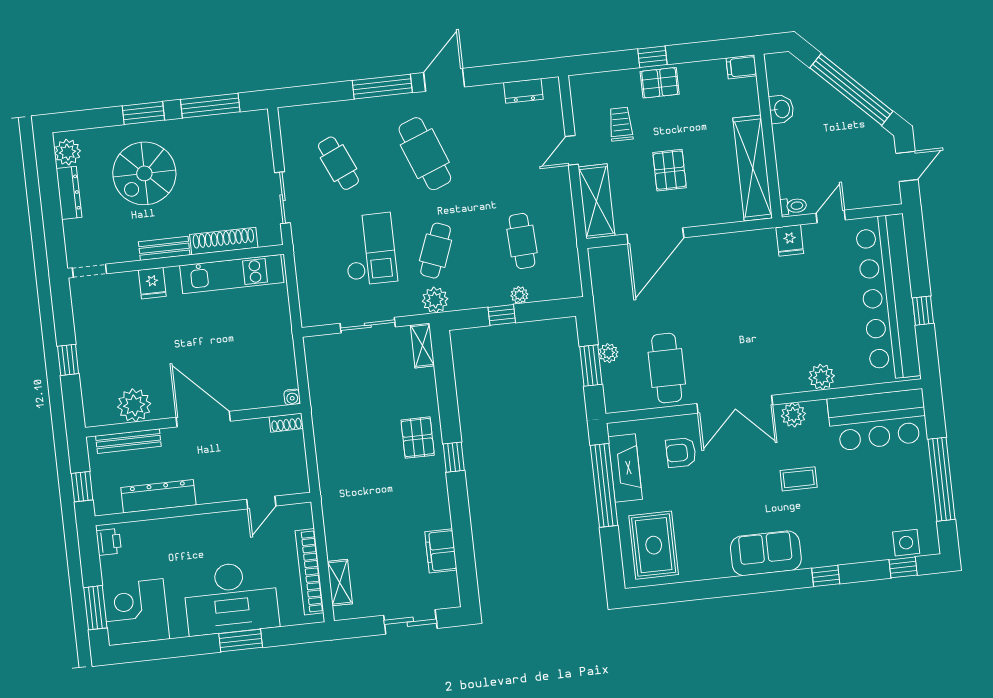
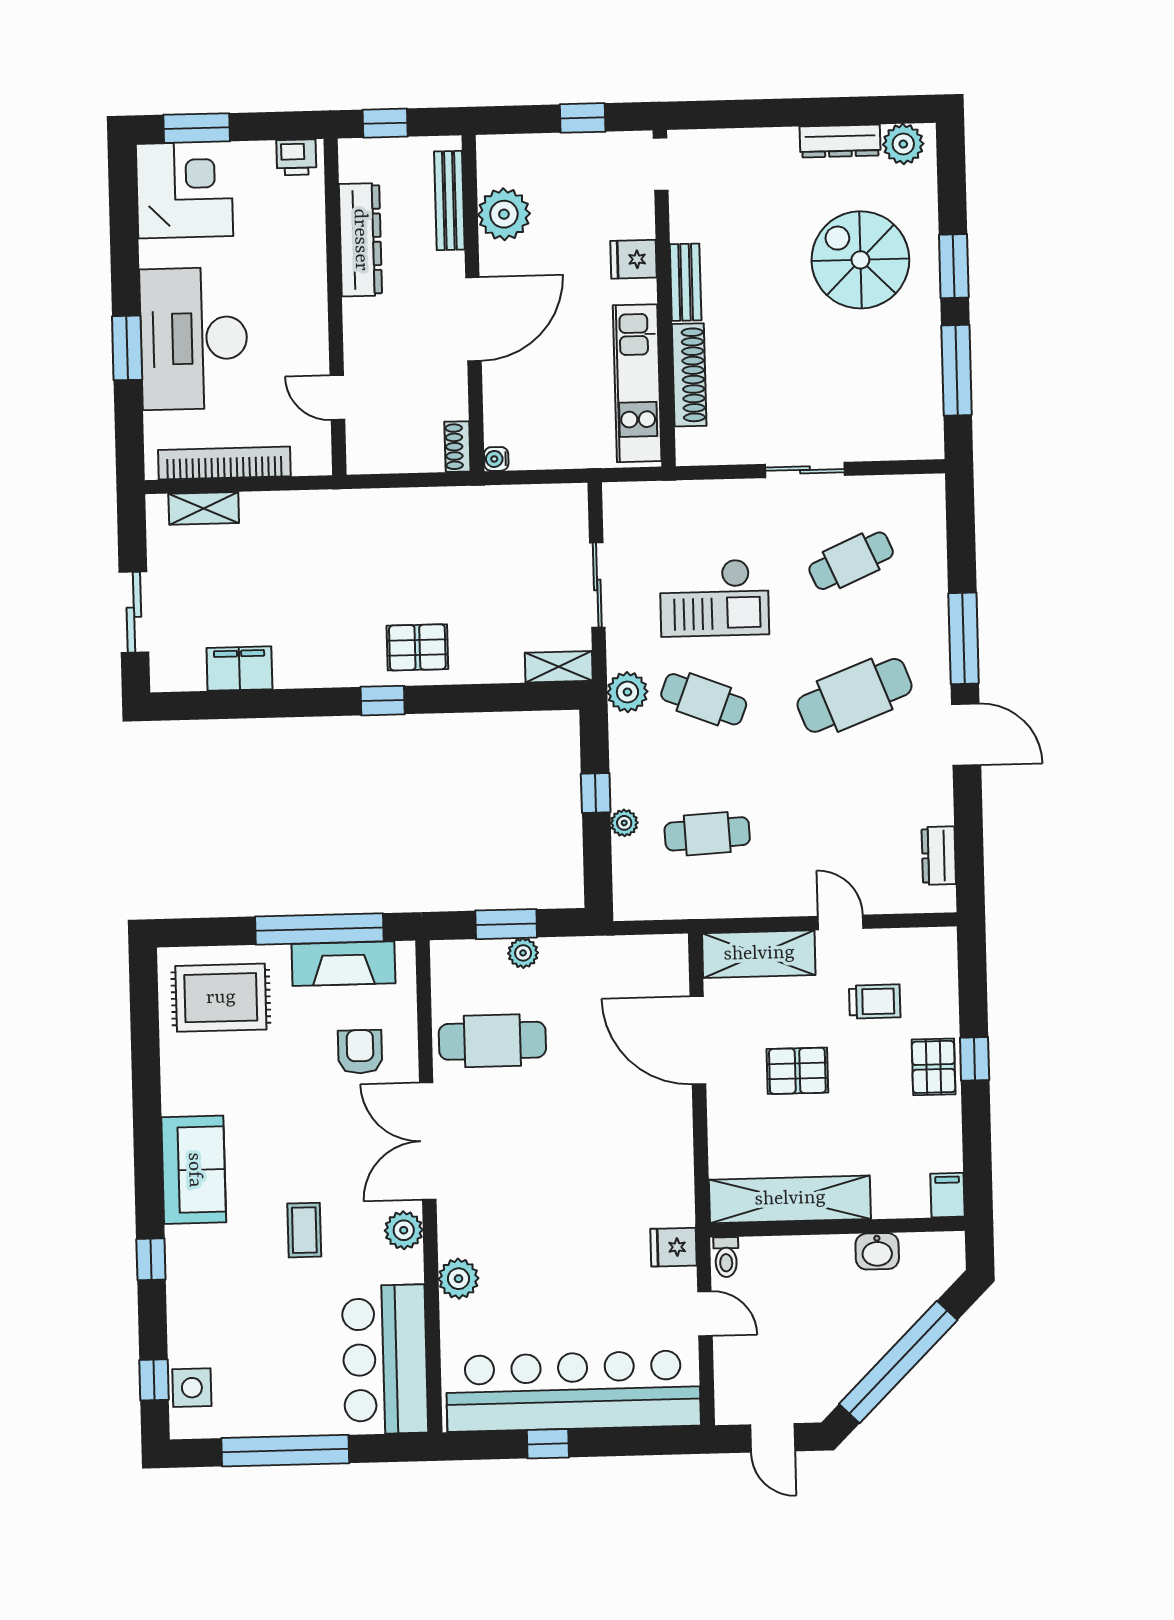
shoe rack: (224, 241) -> (689, 375), moved
bench: (164, 248) -> (686, 282), moved
wall: (176, 261) -> (664, 298), moved
doorway: (90, 271) -> (661, 164), moved
kitchen unit: (232, 274) -> (637, 383), moved
fridge: (152, 283) -> (633, 259), moved

